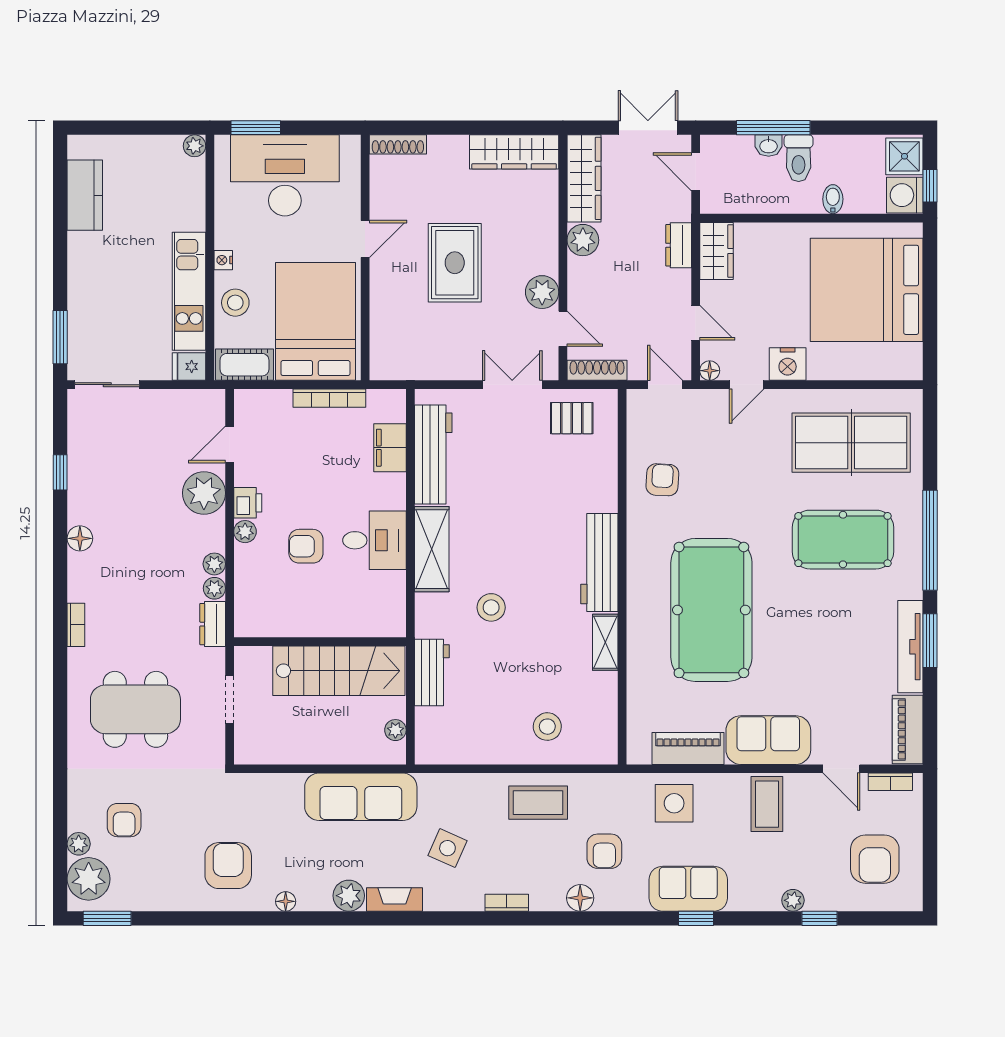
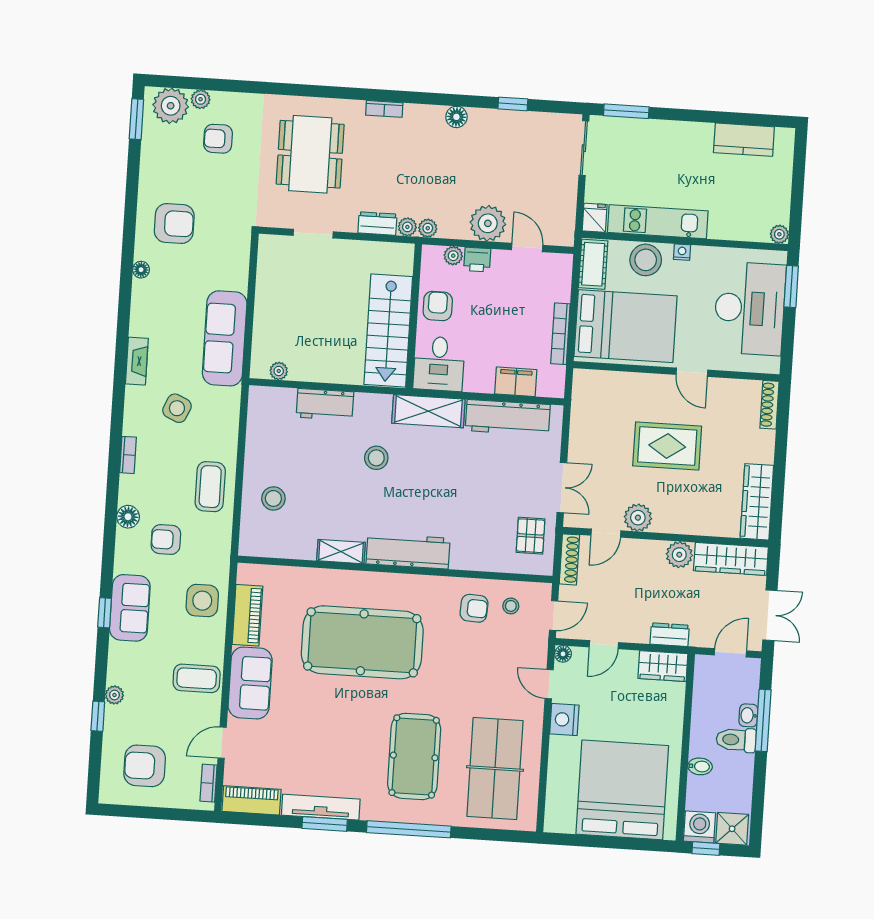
stool: (235, 303) -> (646, 260), width x1.38, depth x1.38
stool: (657, 436) -> (511, 606), added
wall: (320, 642) -> (414, 316), moved
stairs: (339, 671) -> (388, 330), moved
plant: (349, 896) -> (142, 323), removed

